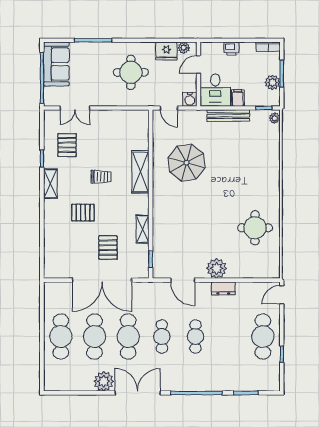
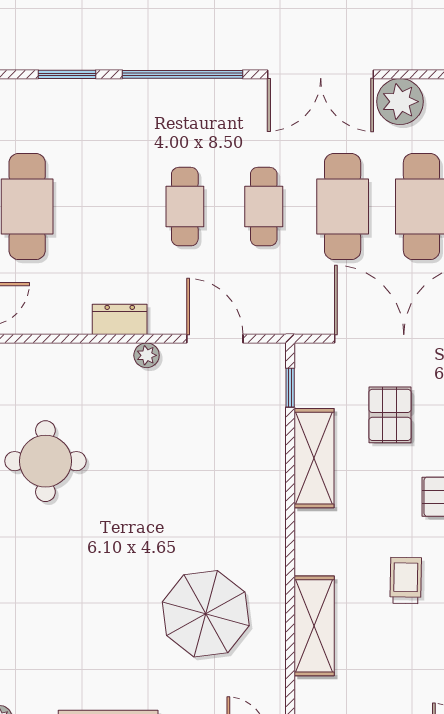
shelving: (140, 172) -> (314, 626), moved
trolley: (101, 177) -> (406, 580), turned 91
shelving: (142, 229) -> (314, 458), width x1.50, depth x1.33
plant: (217, 268) -> (147, 355), width x0.53, depth x0.53

